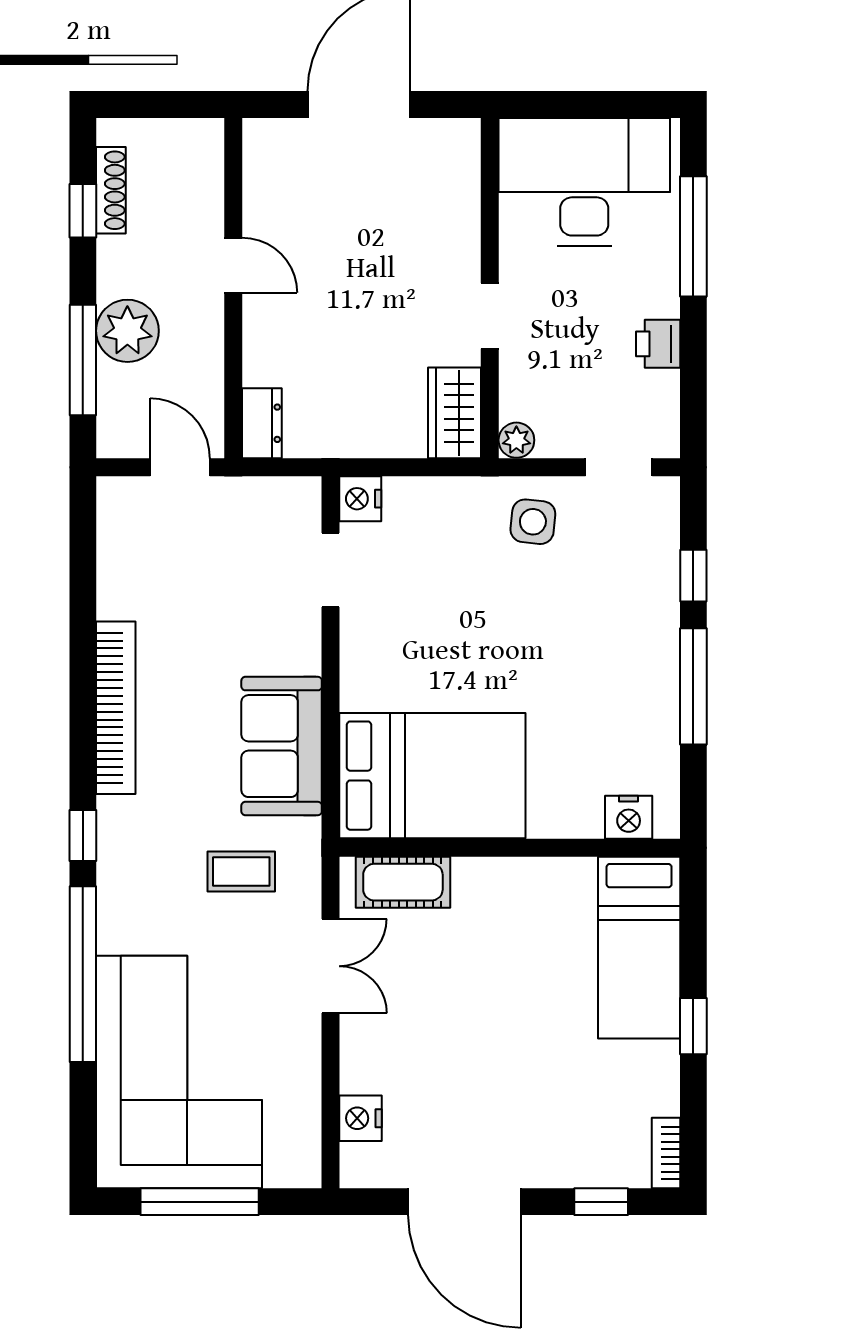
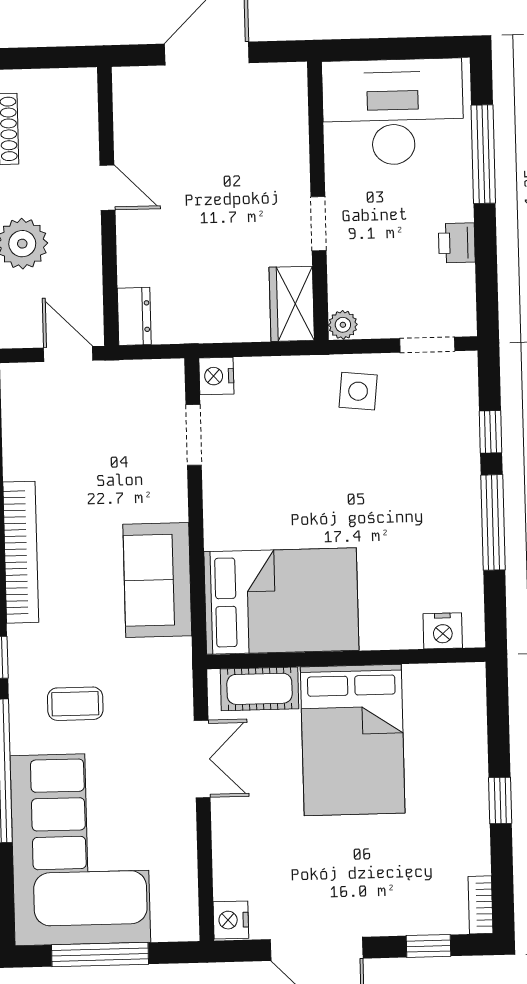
coffee table: (241, 872) -> (75, 704), moved
bed: (639, 948) -> (353, 740), moved, width x1.50
nightstand: (361, 1118) -> (231, 920), moved

